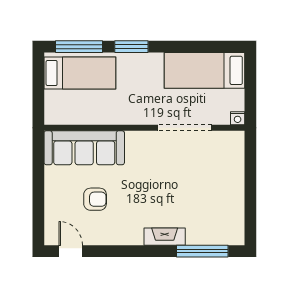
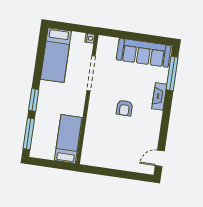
bed: (80, 73) -> (68, 139), moved
sofa: (84, 148) -> (144, 53), moved, turned 90
armchair: (95, 199) -> (124, 108), moved, turned 180

